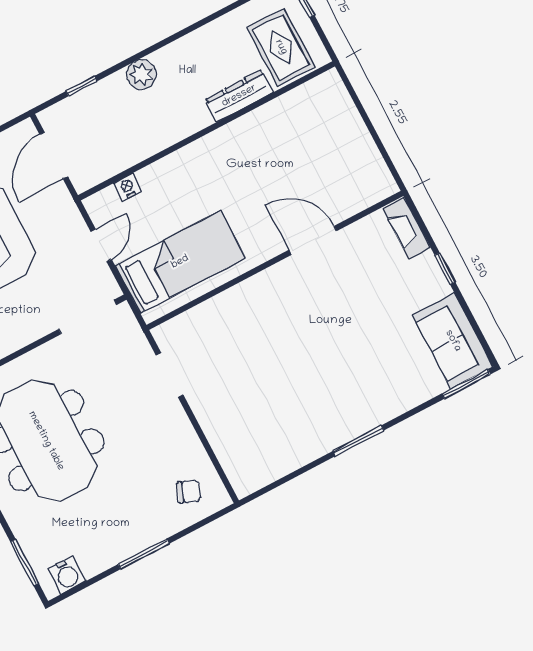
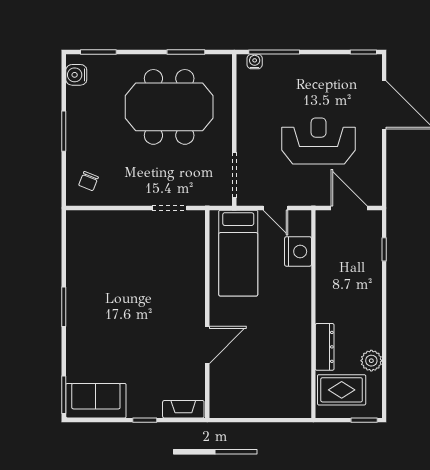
plant: (141, 74) -> (371, 361), moved
nightstand: (128, 187) -> (298, 251), width x1.89, depth x1.79

